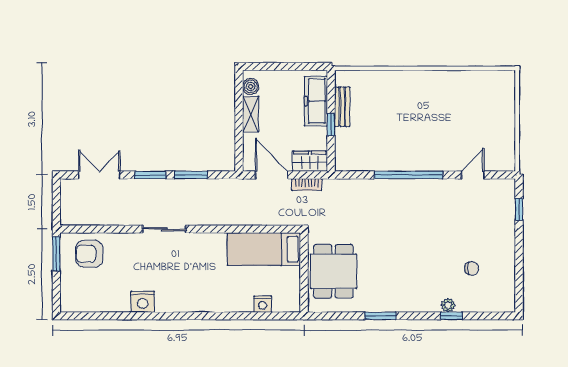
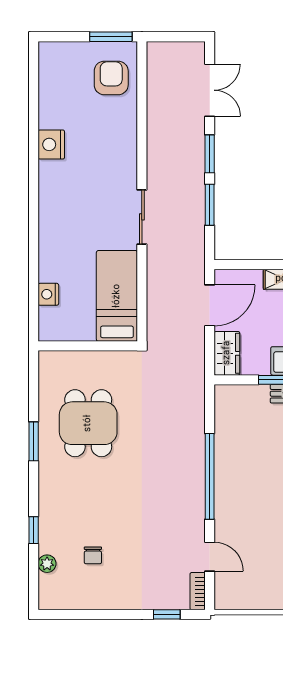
bookcase: (307, 185) -> (198, 591), moved
sliding door: (164, 229) -> (142, 217), moved
dining table: (334, 271) -> (88, 423), moved, turned 90
plant: (448, 305) -> (47, 564), moved

